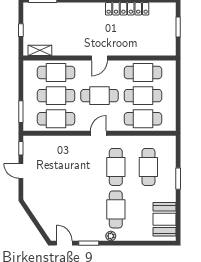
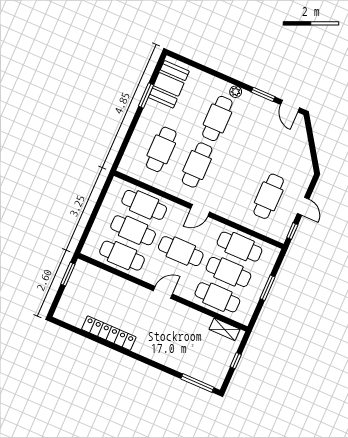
window: (178, 27) -> (68, 274), moved
window: (21, 112) -> (268, 288), moved
cafe table: (51, 167) -> (269, 196), added
window: (178, 179) -> (146, 96), moved

